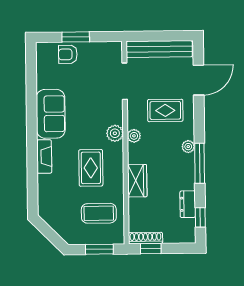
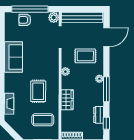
window: (76, 37) -> (30, 9), width x2.11
plant: (115, 133) -> (54, 17), moved
fireplace: (44, 157) -> (9, 104), moved

